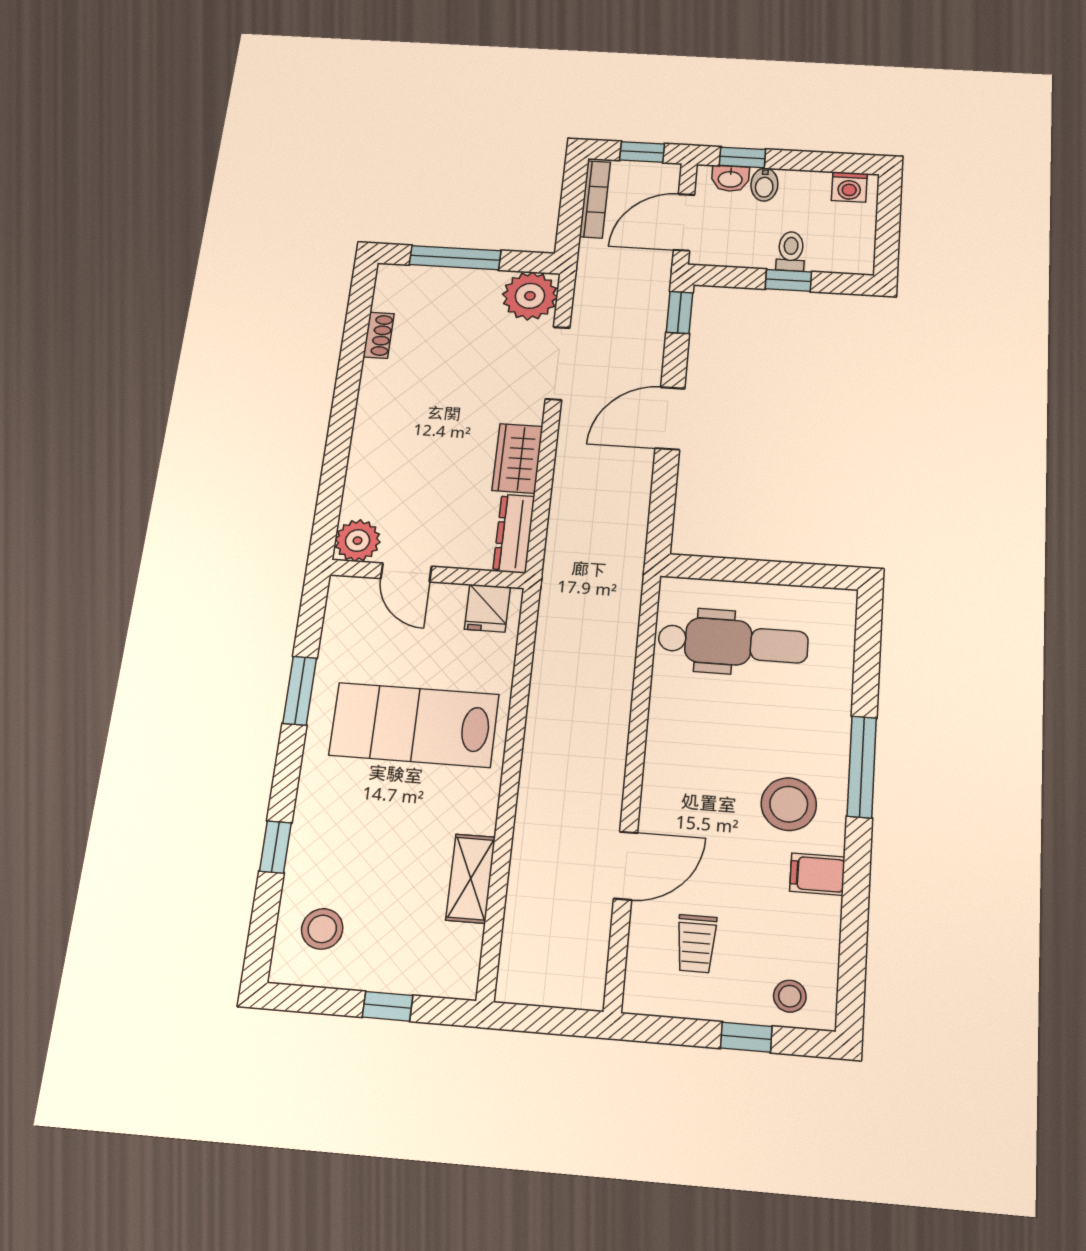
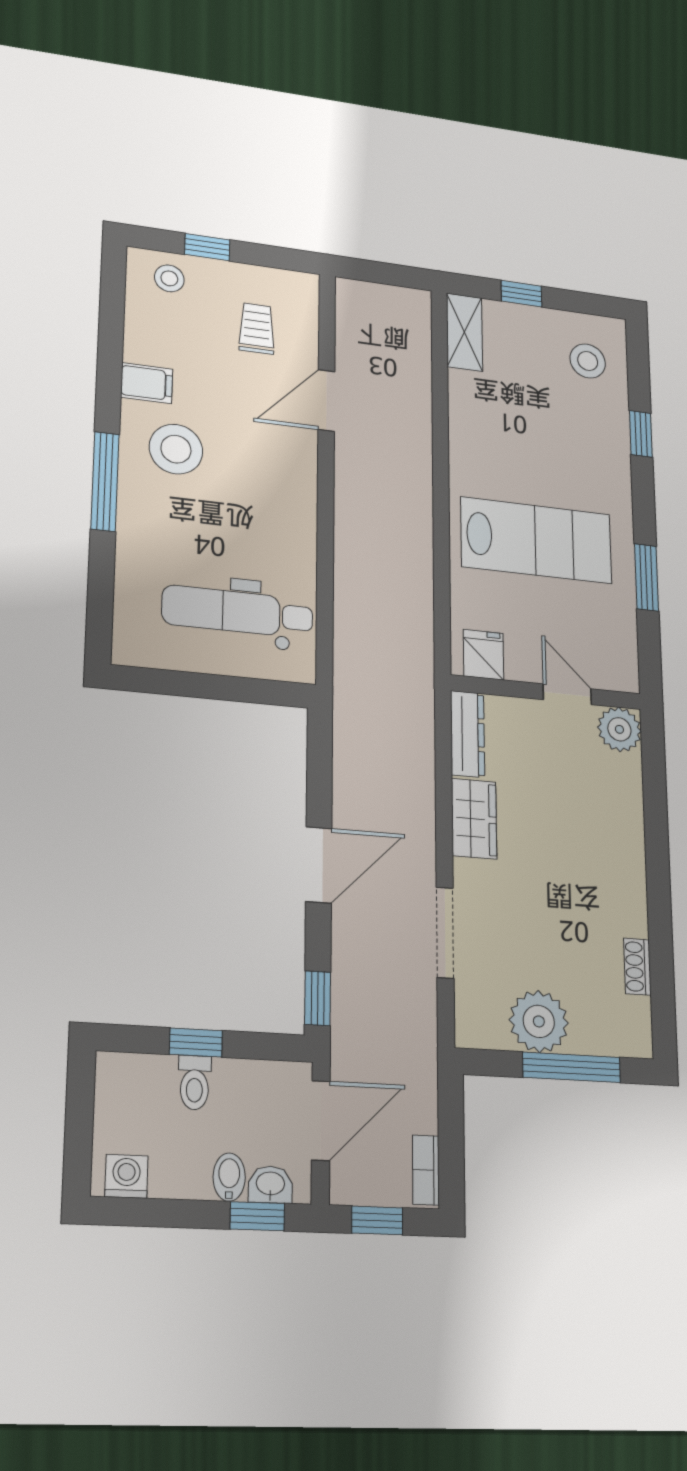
bookcase: (595, 199) -> (426, 1170), width x0.64
plant: (530, 296) -> (539, 1021), moved
shelving: (471, 878) -> (464, 332), moved

